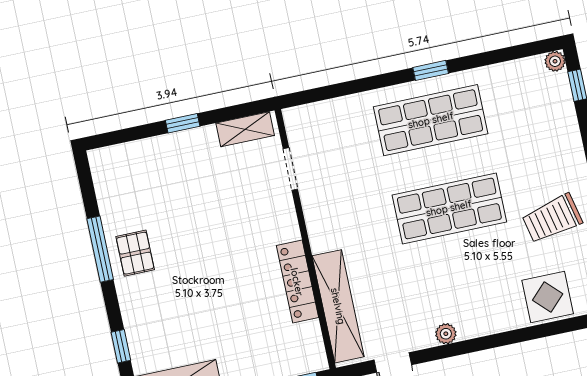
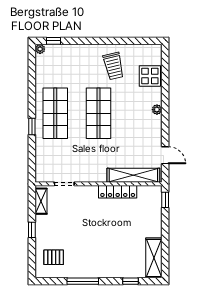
window: (431, 70) -> (32, 126), moved
pallet: (135, 253) -> (54, 257), moved
plant: (446, 334) -> (157, 110), moved

